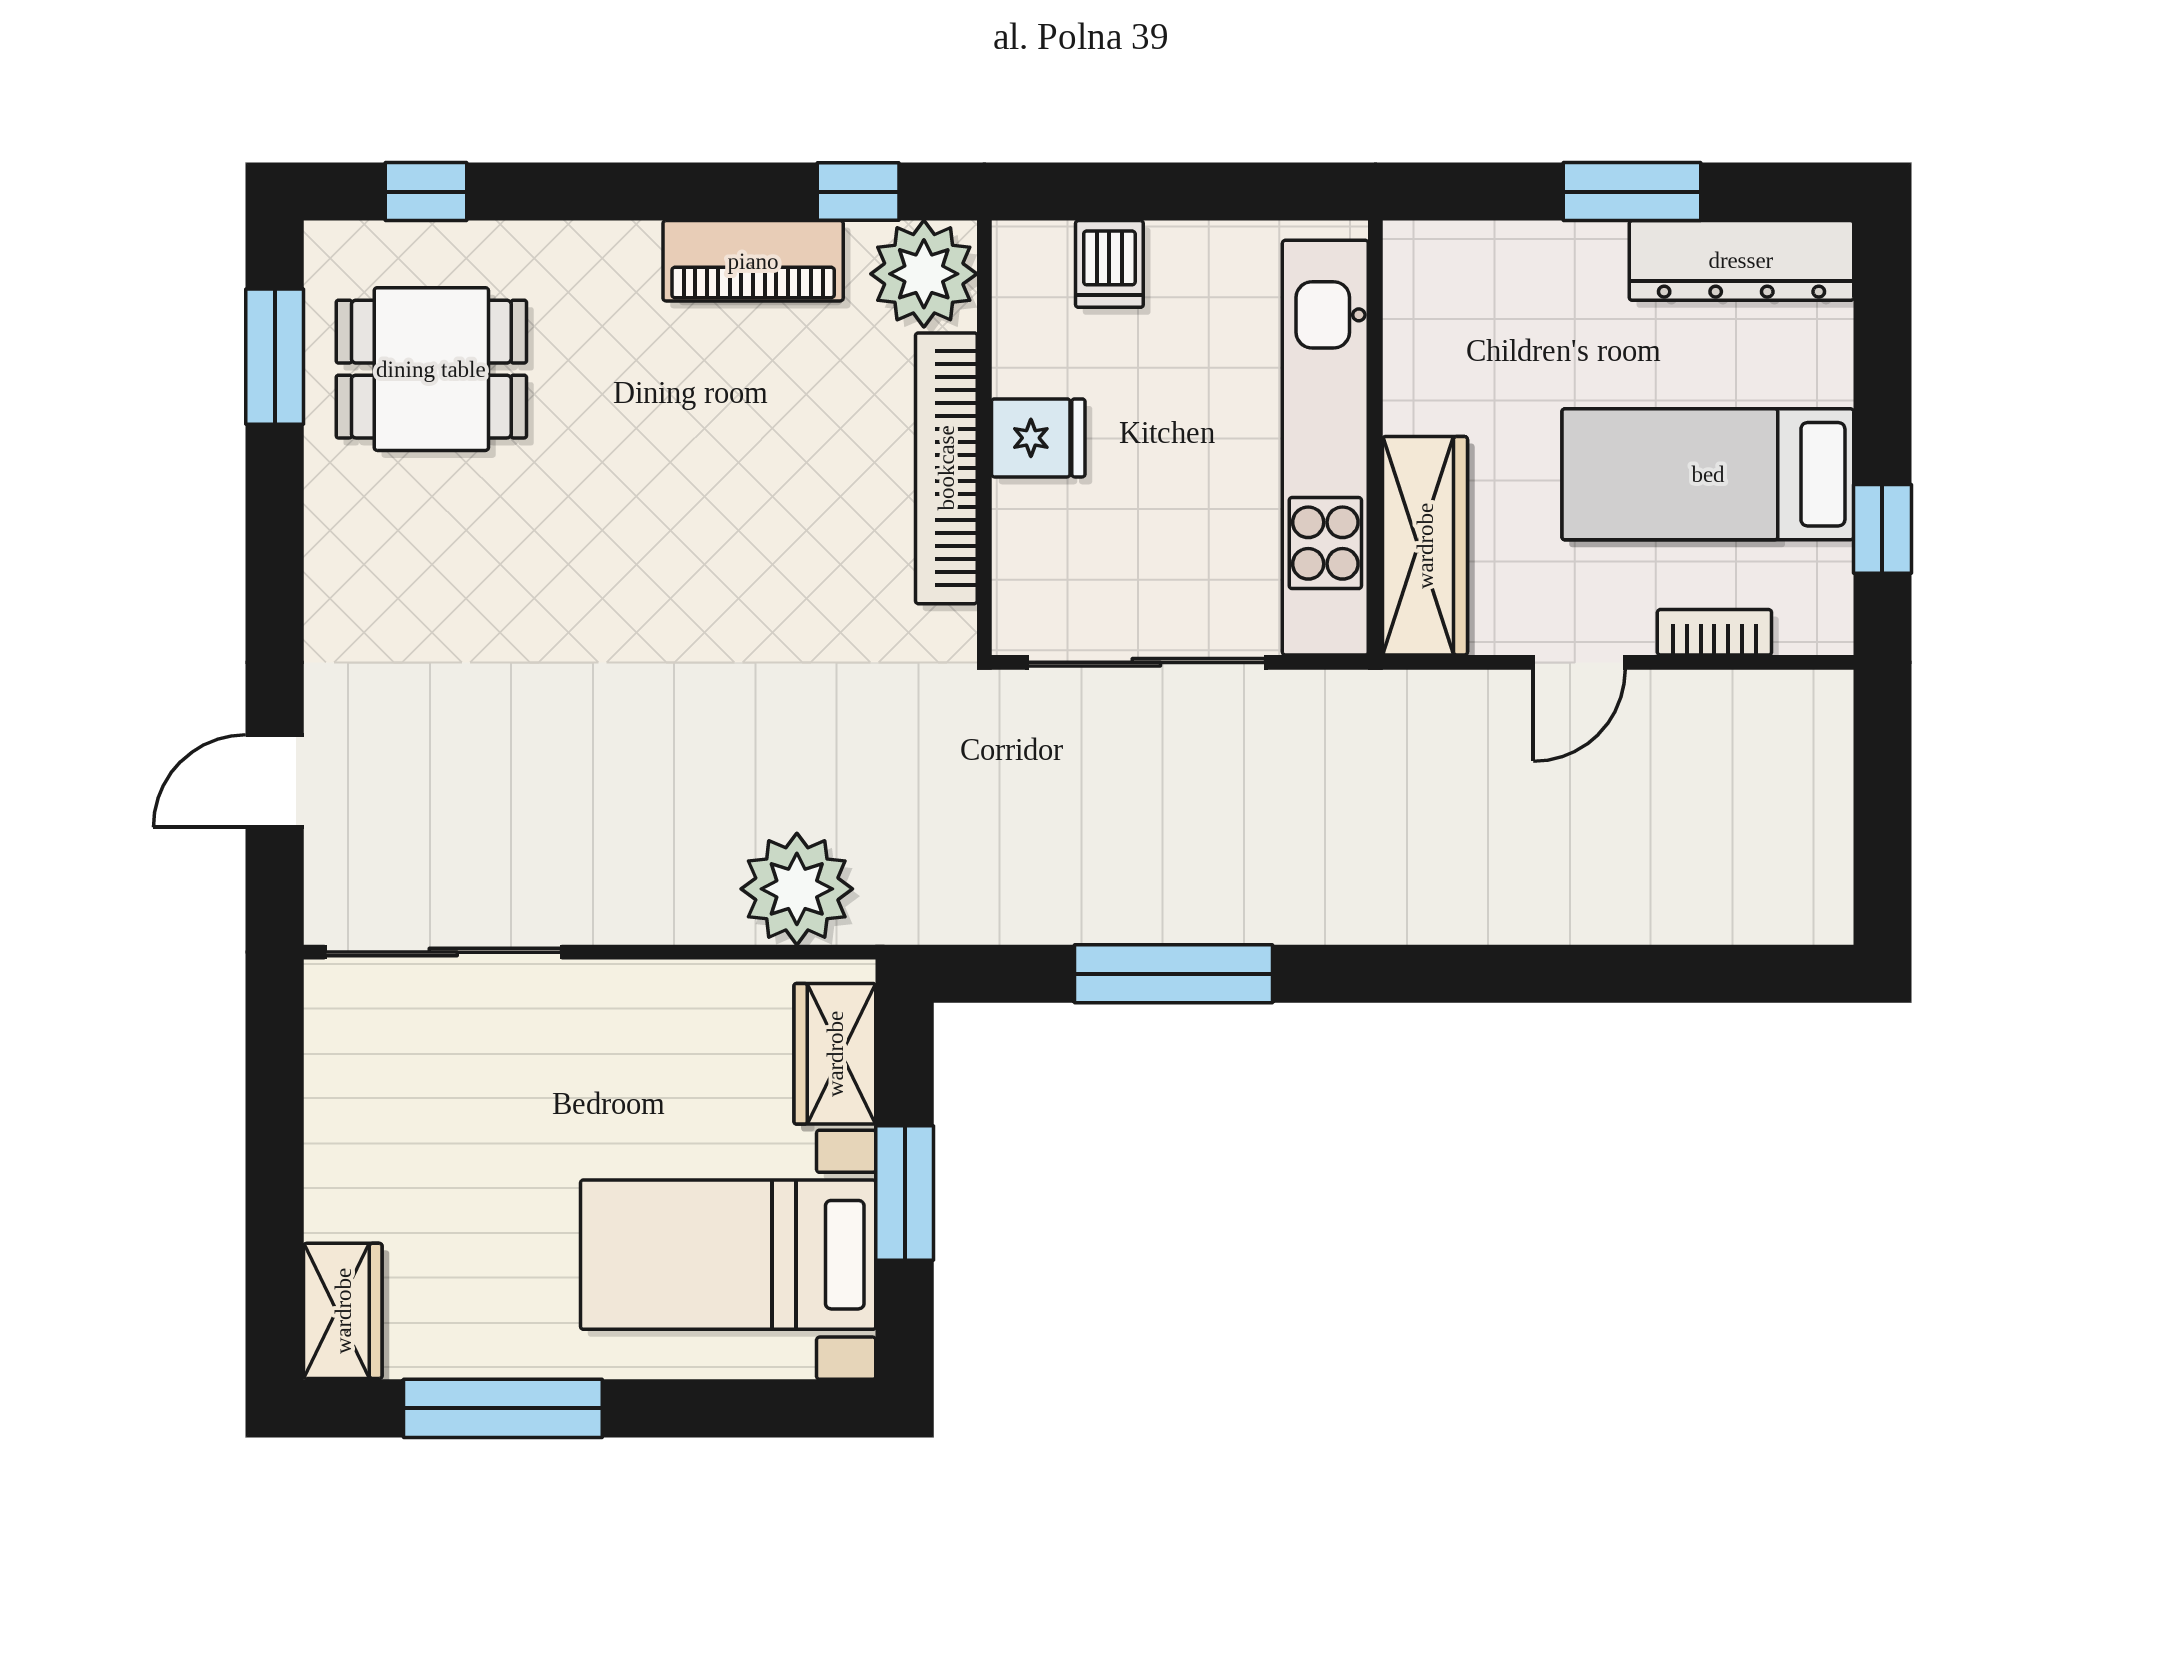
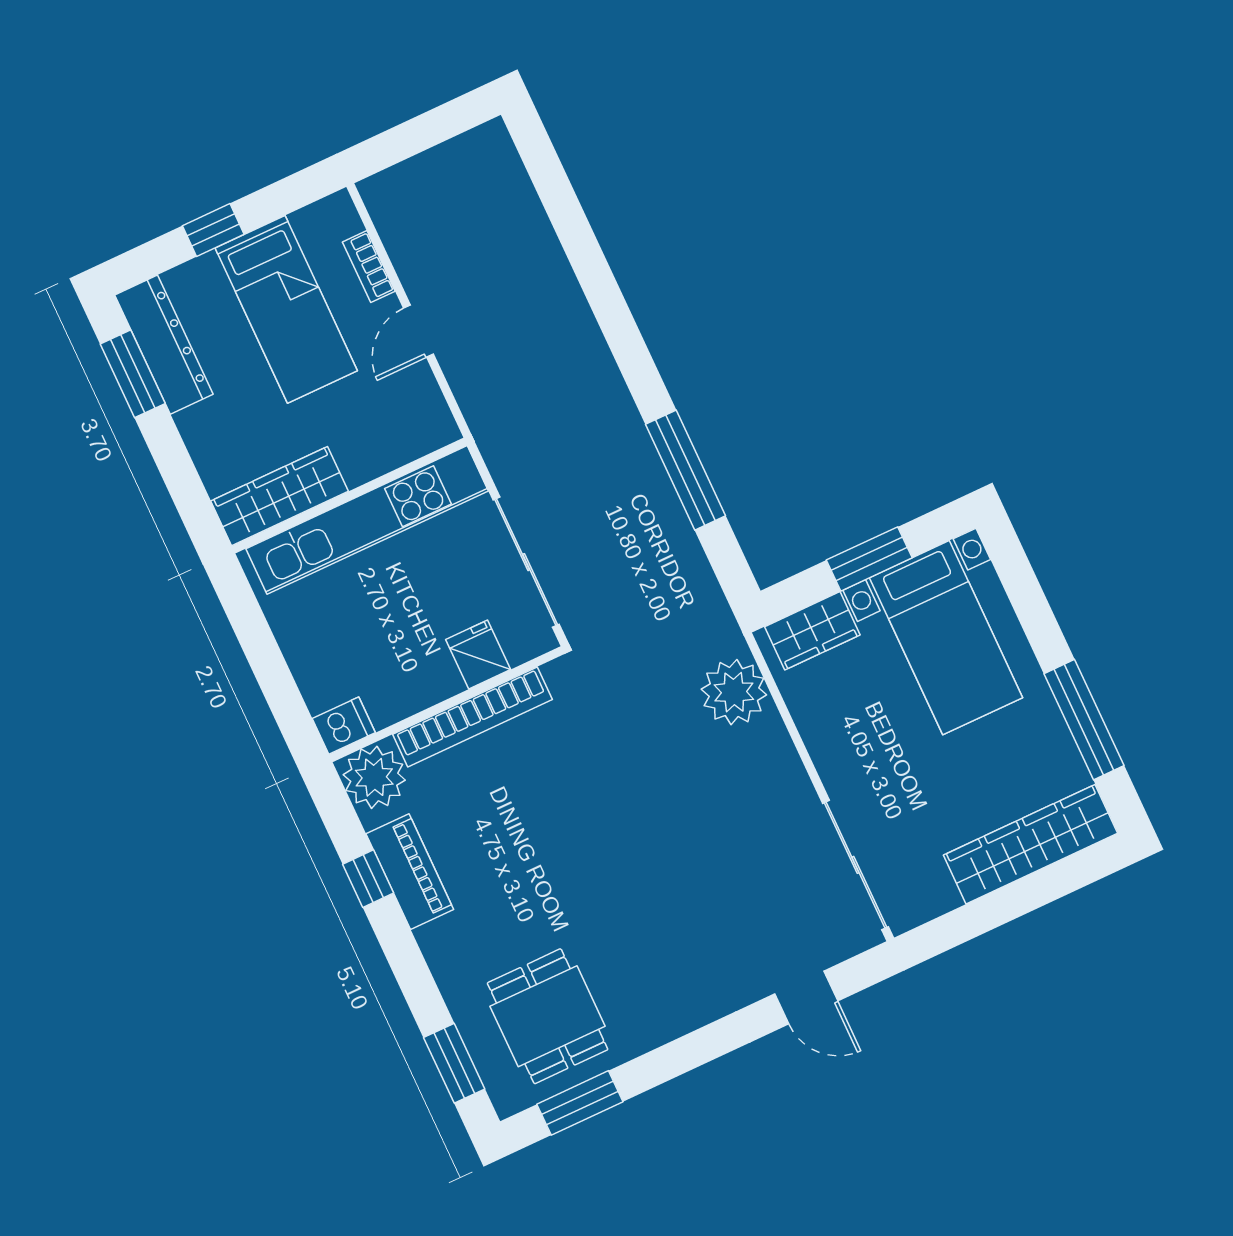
window: (426, 192) -> (454, 1063), width x1.50
window: (858, 192) -> (368, 879), moved
window: (1632, 192) -> (133, 374), moved
dishwasher: (1109, 264) -> (344, 726), moved
fridge: (1038, 438) -> (478, 655), moved
window: (1882, 529) -> (213, 230), moved
wardrobe: (1425, 546) -> (280, 496), moved
door: (1579, 662) -> (418, 331), swing flipped
wardrobe: (343, 1311) -> (1030, 844), width x2.10, depth x1.17

